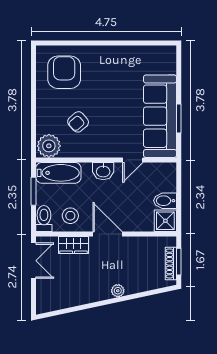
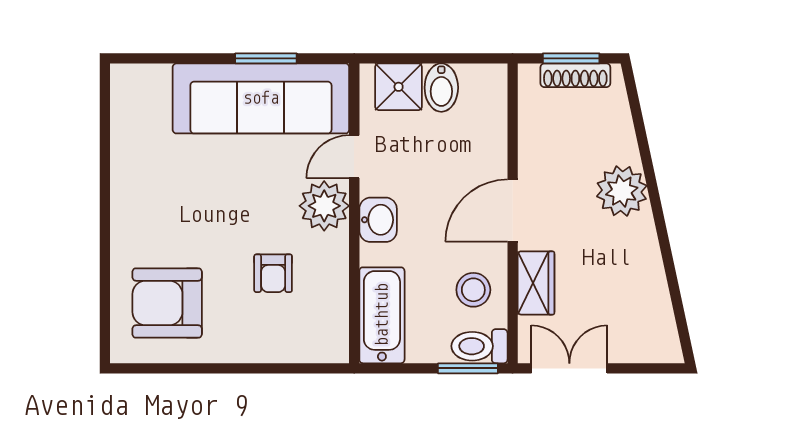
armchair: (78, 122) -> (273, 273), turned 41
plant: (49, 146) -> (324, 206), moved
door: (133, 160) -> (354, 157), swing flipped
window: (34, 191) -> (468, 368), moved
shower: (165, 221) -> (399, 87), moved
plant: (118, 291) -> (622, 191), width x1.88, depth x1.88

